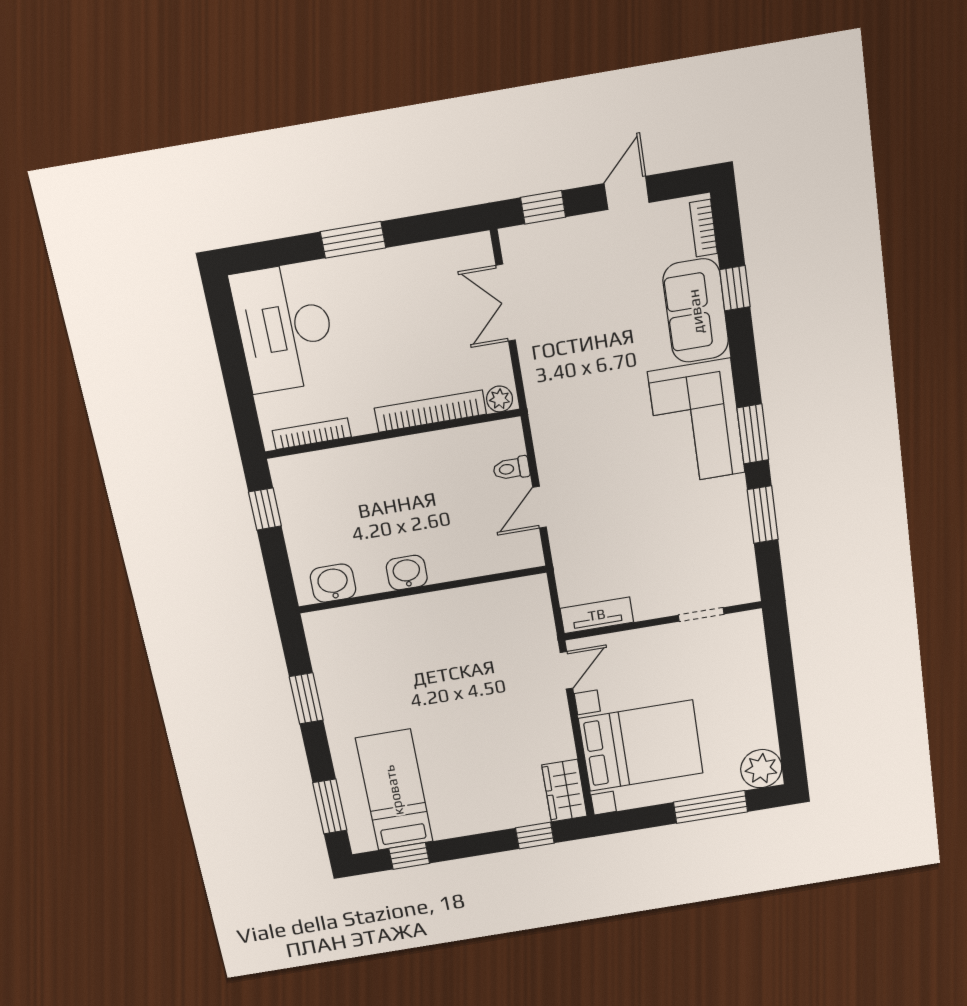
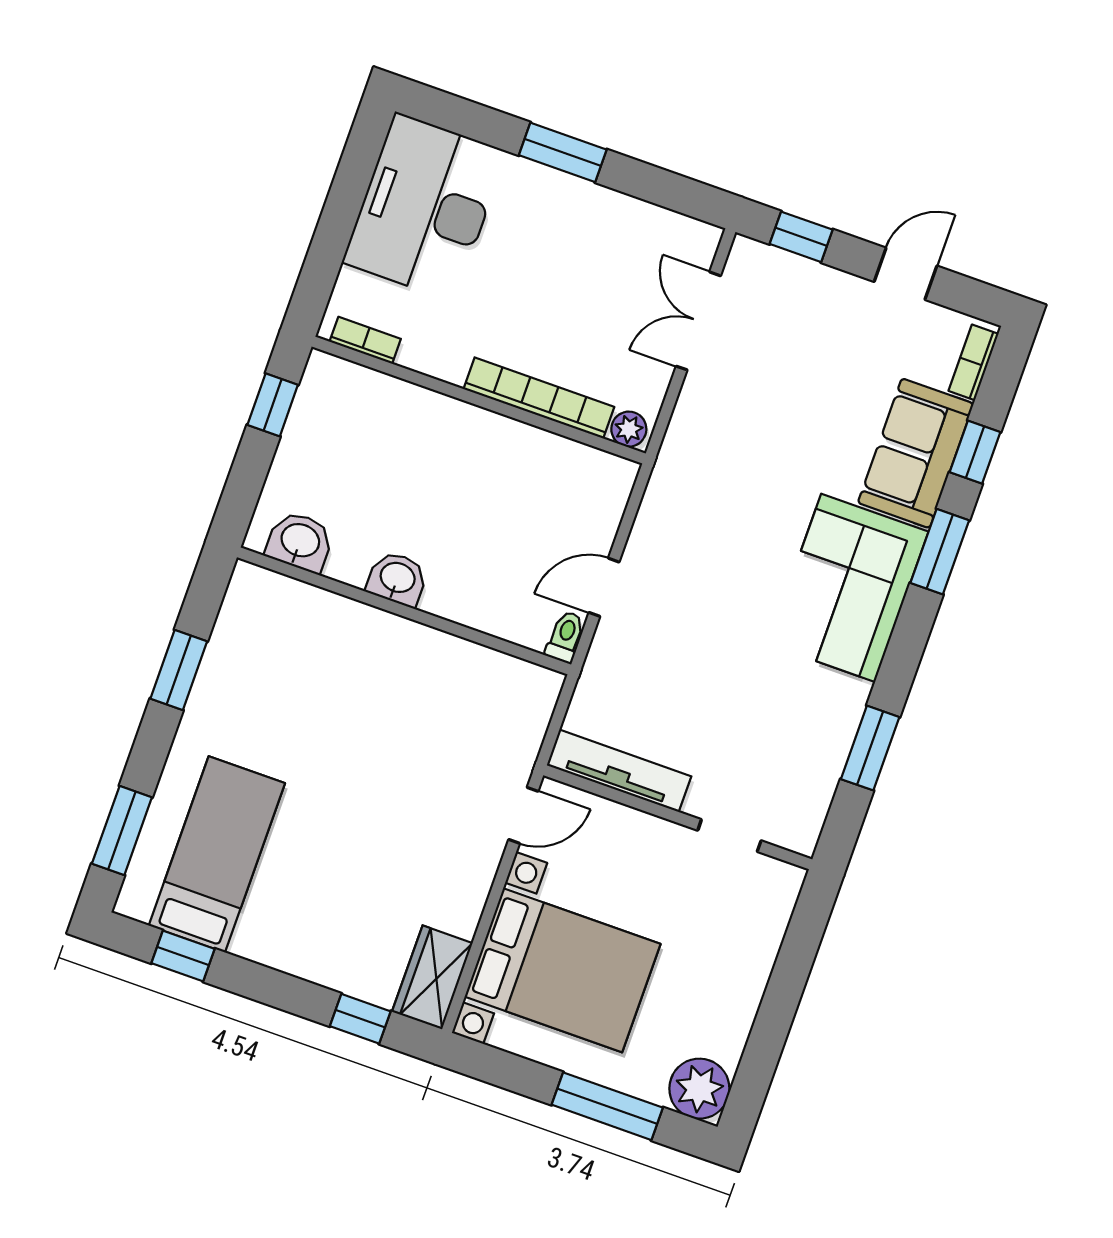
bookcase: (312, 434) -> (365, 340), width x0.64
window: (753, 434) -> (940, 552), moved
toilet: (511, 468) -> (565, 637), moved, turned 90
tv unit: (597, 615) -> (619, 771), width x1.41

